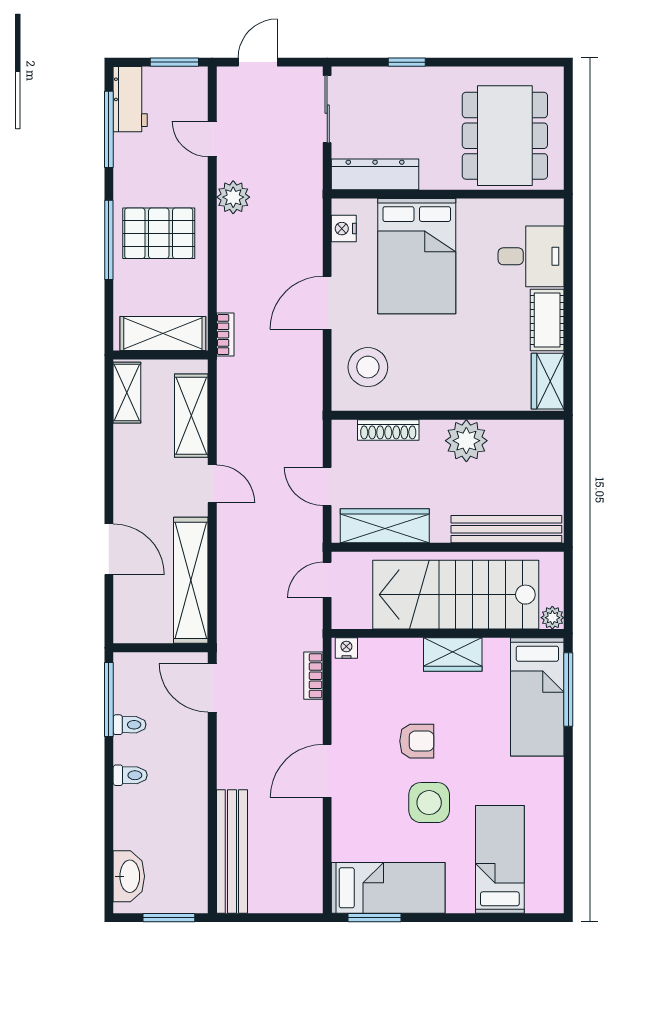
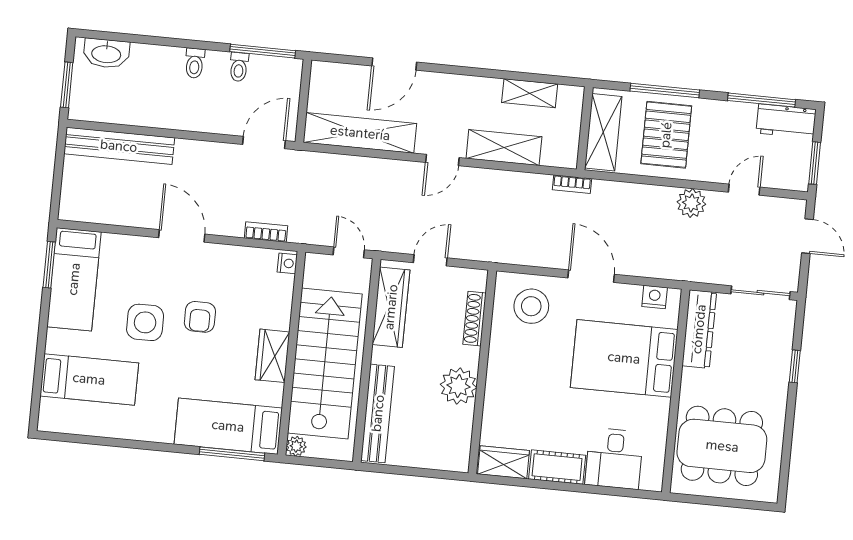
shelving: (163, 334) -> (603, 132), moved
wall: (161, 355) -> (585, 128), moved

